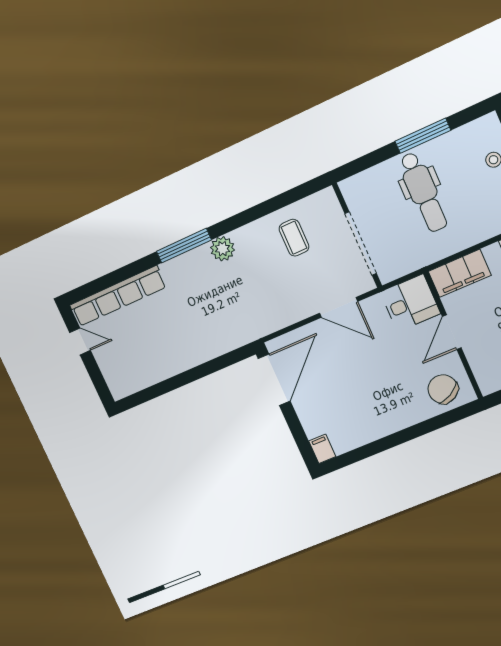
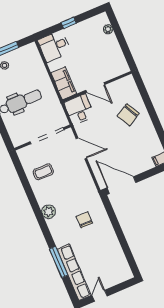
window: (184, 246) -> (59, 262), moved
door: (339, 307) -> (81, 148), hinge flipped
chair: (211, 314) -> (84, 220), added
chair: (443, 389) -> (128, 115), moved

